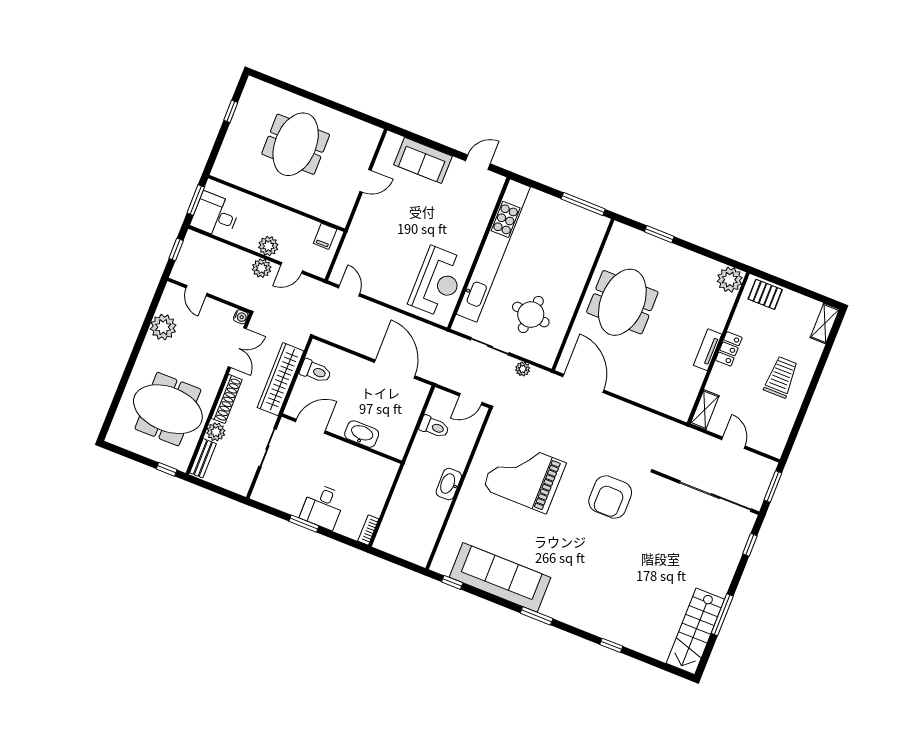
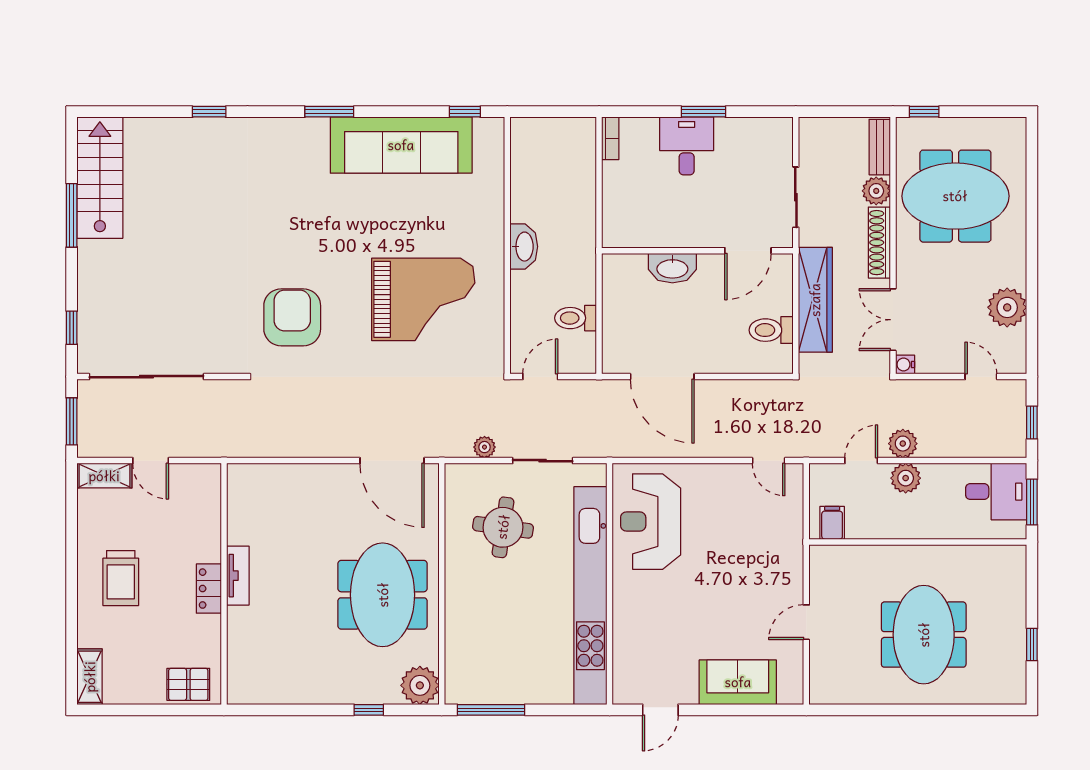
window: (659, 234) -> (369, 710), width x0.67
plant: (730, 280) -> (420, 685), moved
shelving: (705, 410) -> (104, 476), moved, turned 90

